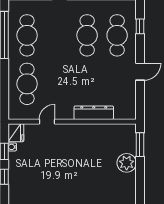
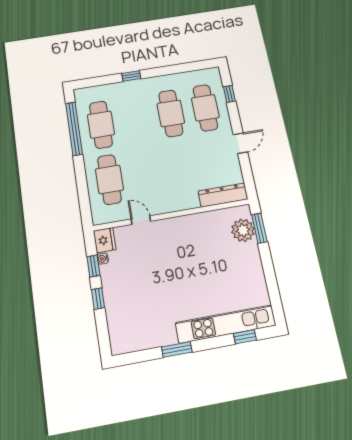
dresser: (94, 113) -> (223, 195), moved
door: (47, 122) -> (141, 220), hinge flipped
plant: (127, 163) -> (243, 230), moved

